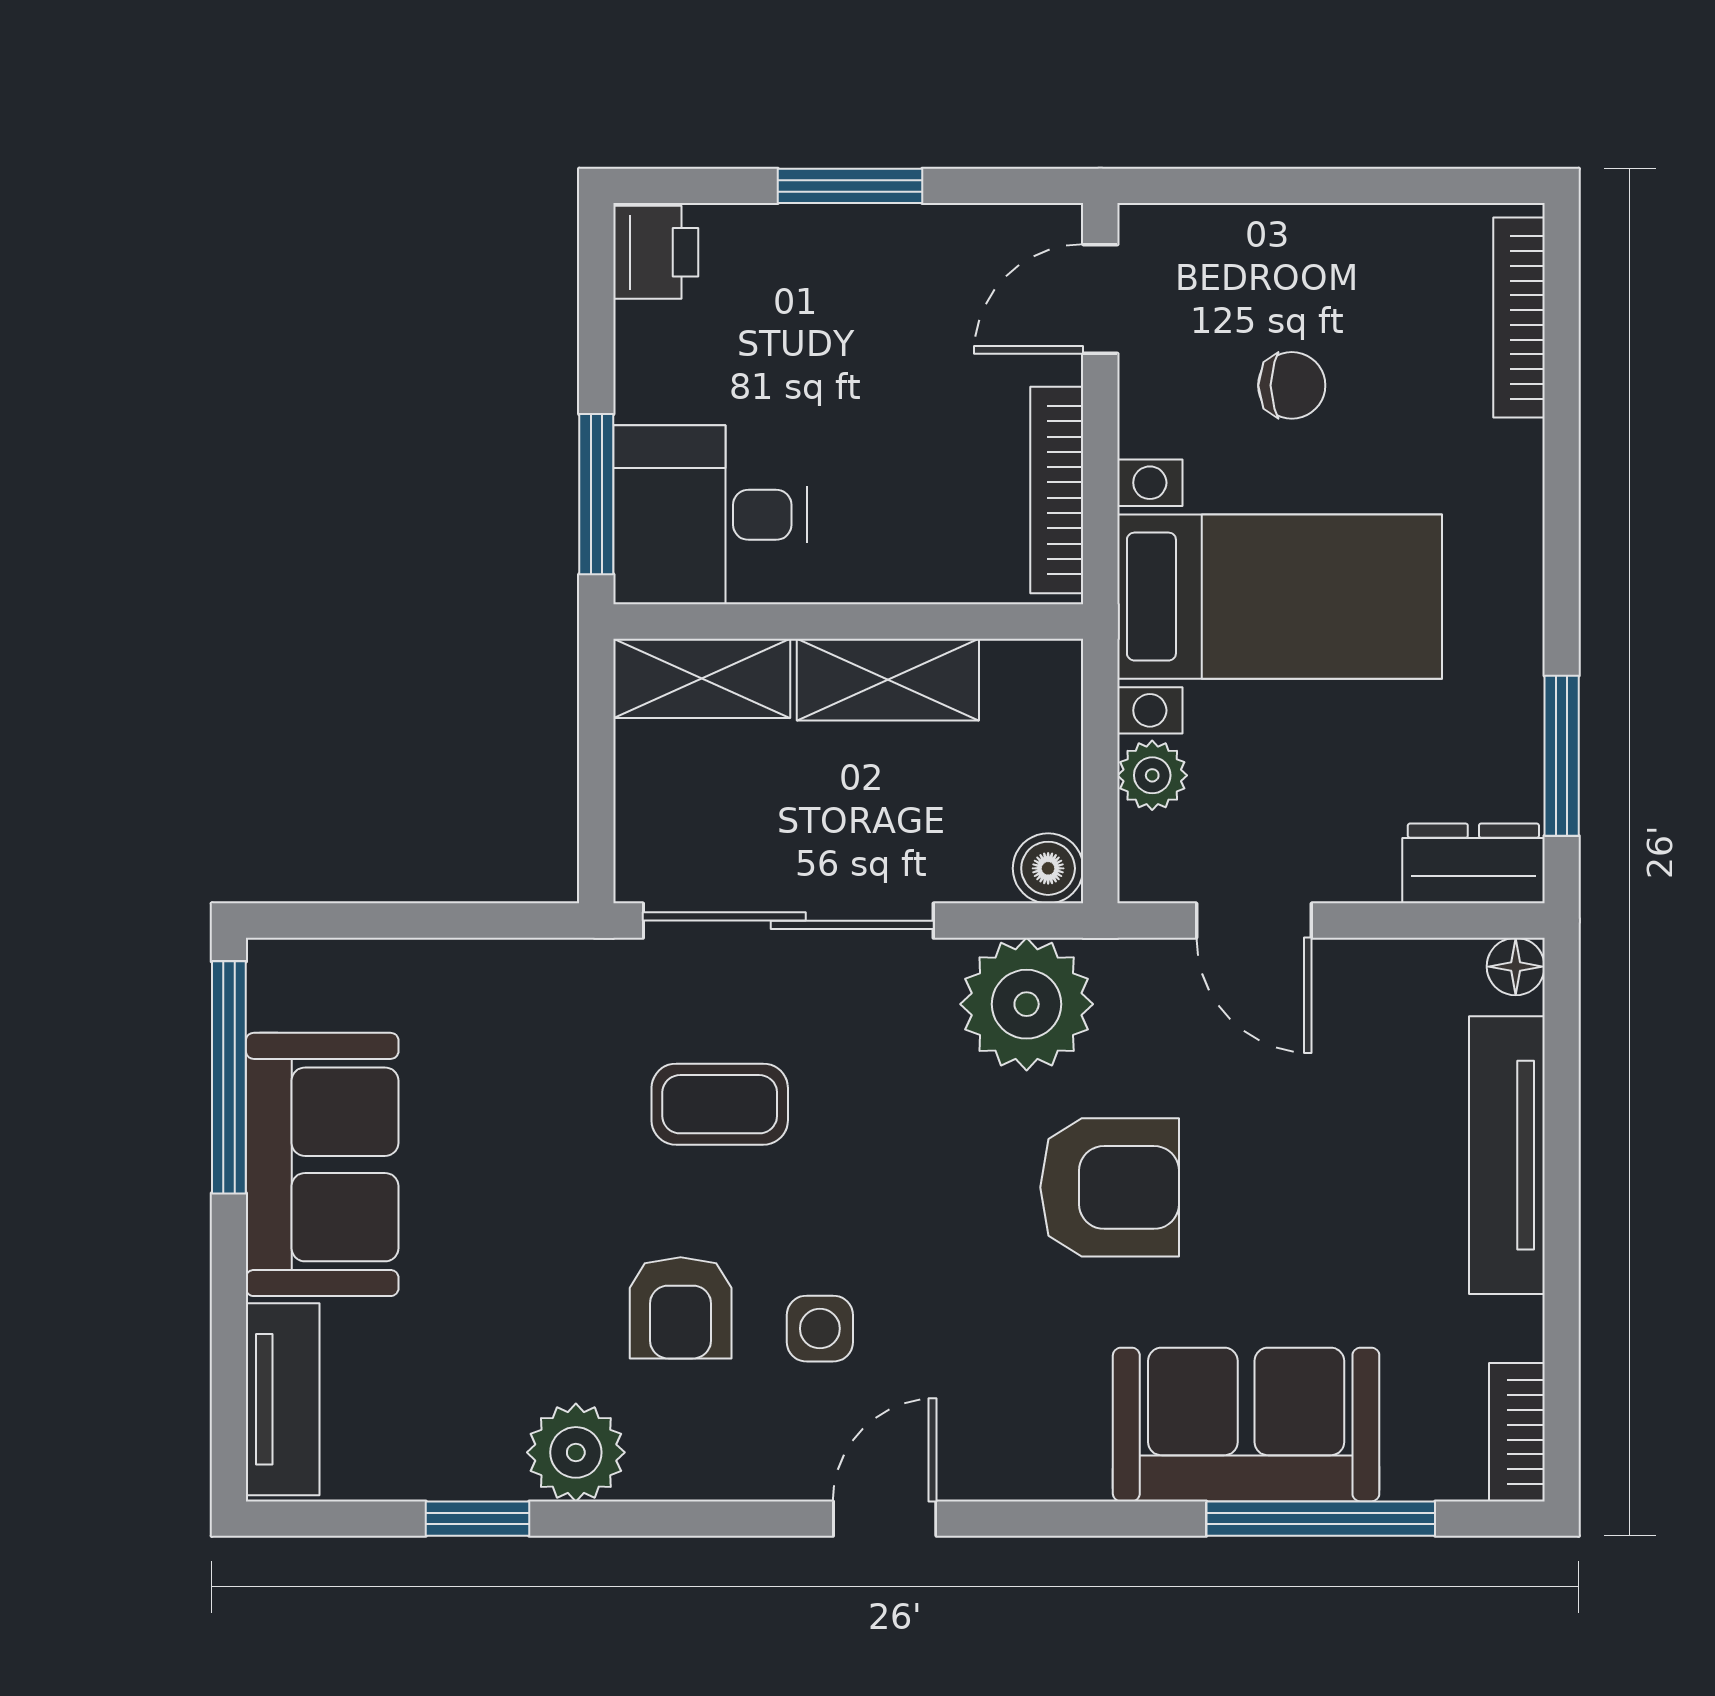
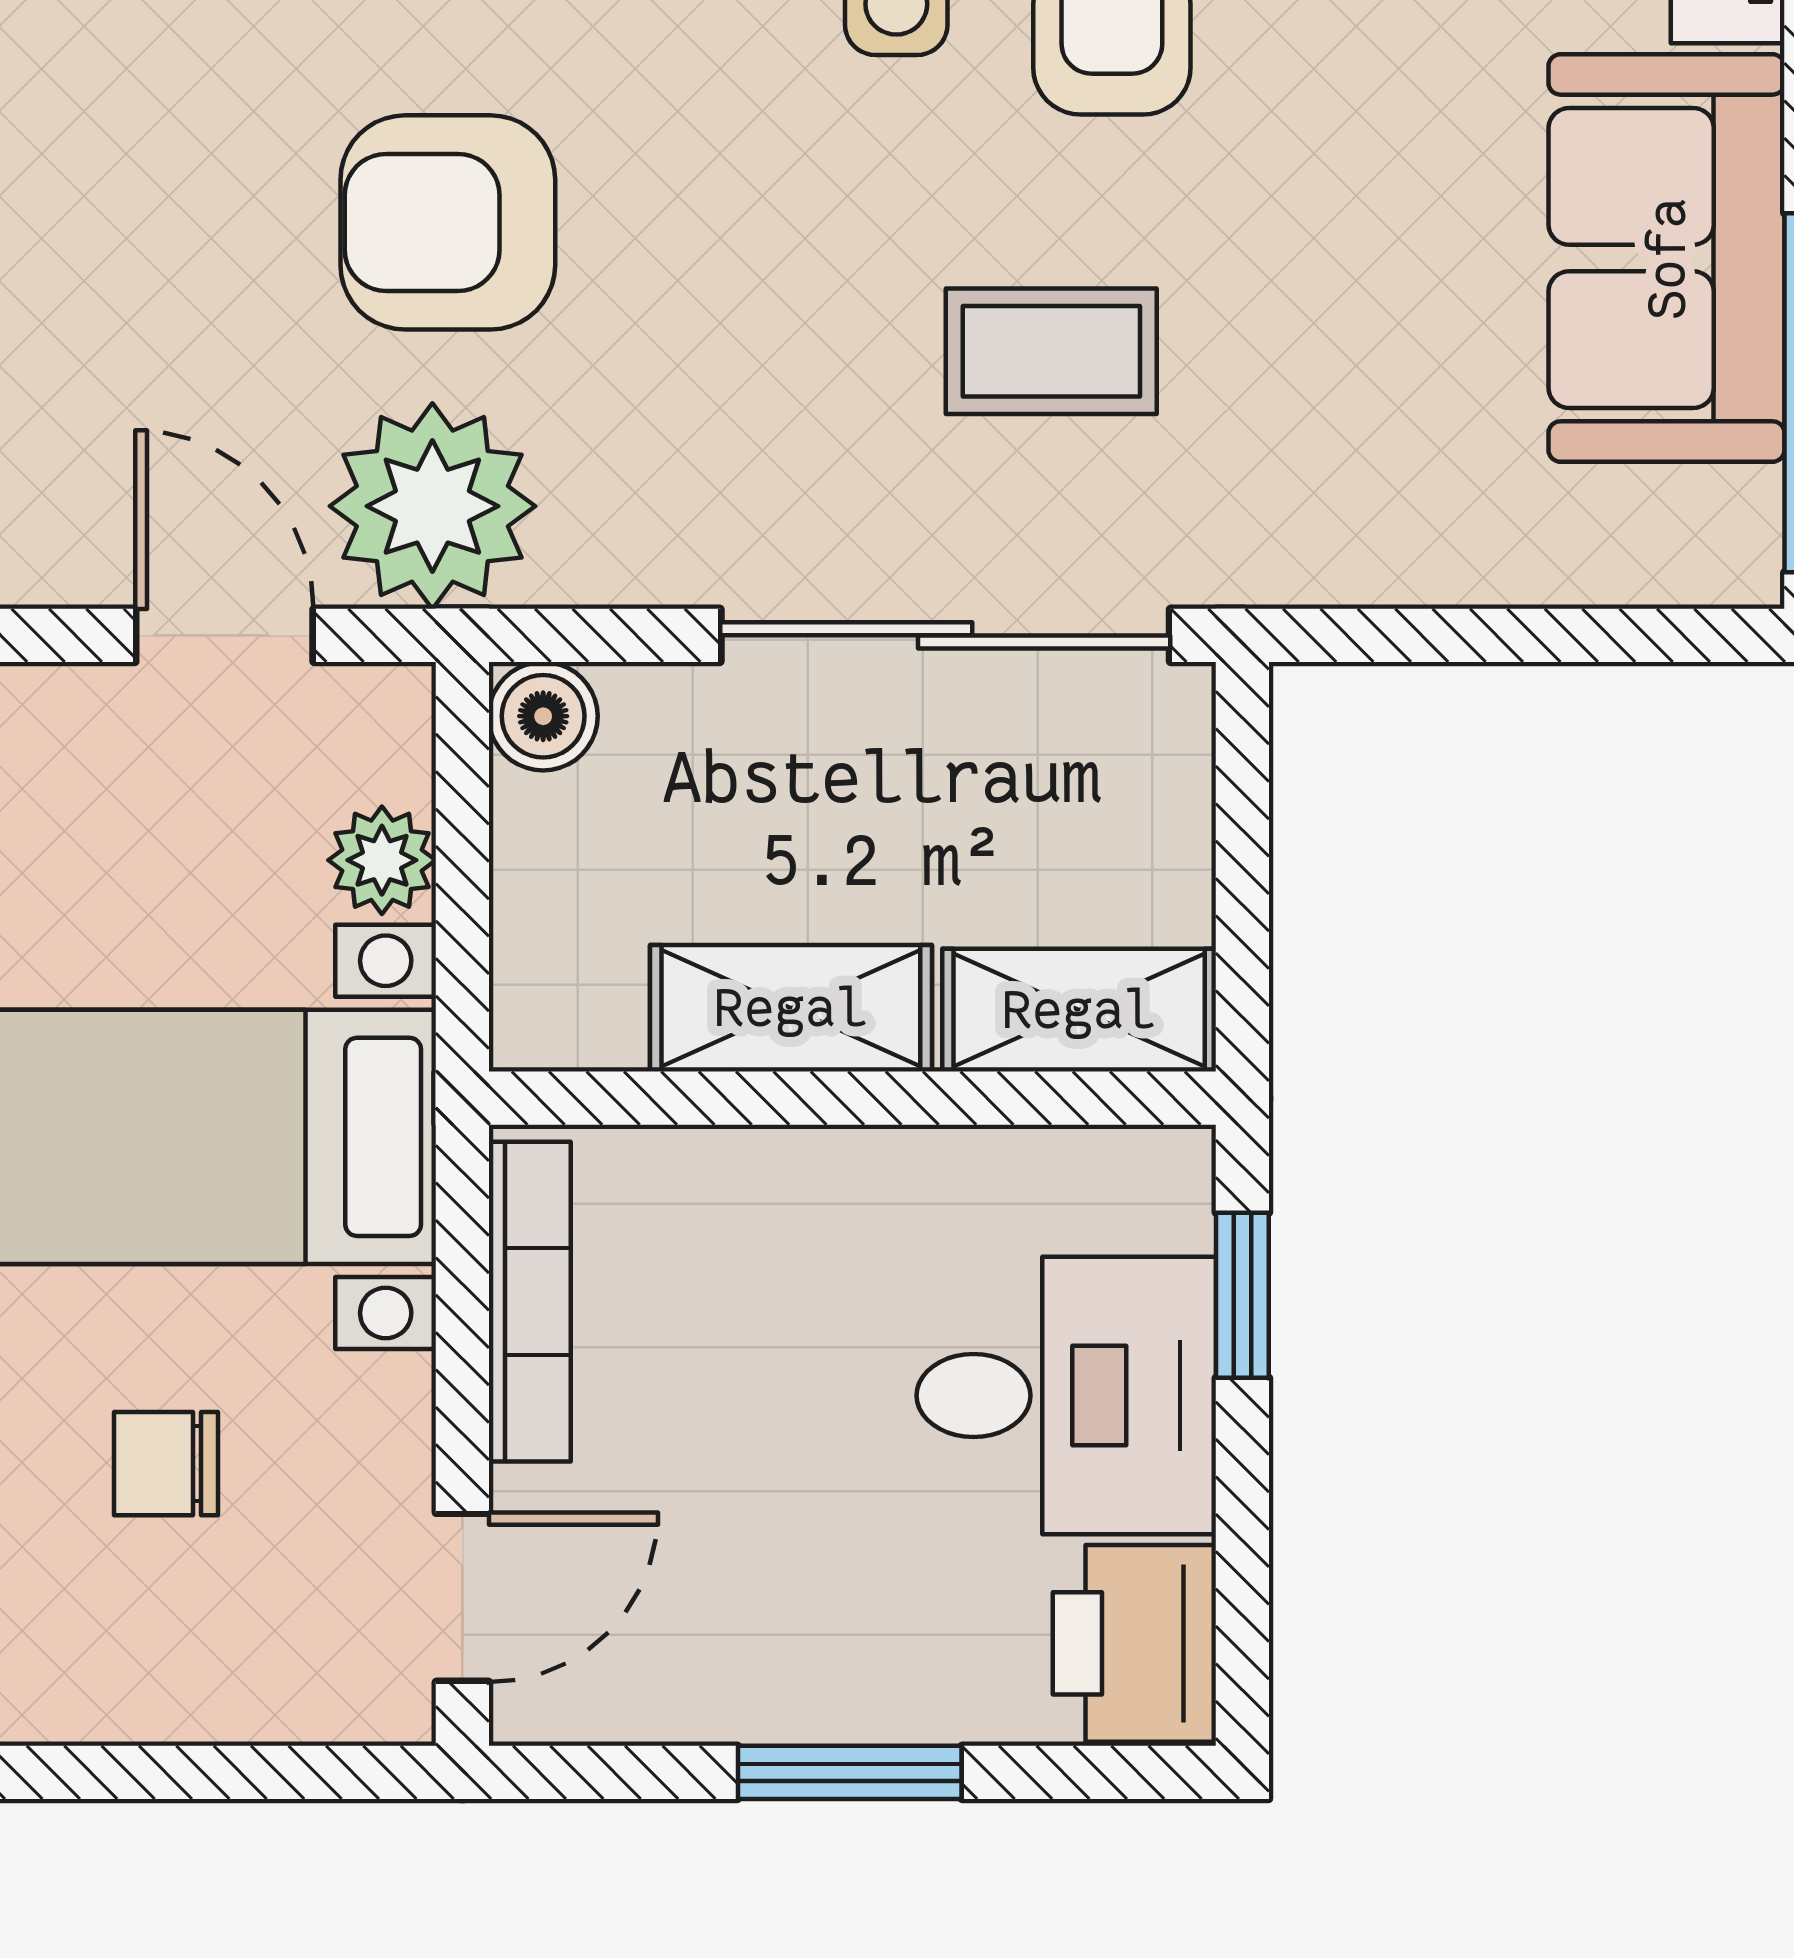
printer: (656, 252) -> (1134, 1643), width x1.36, depth x1.24
window: (596, 494) -> (1242, 1295), width x0.67
desk: (710, 515) -> (1066, 1396), moved
plant: (1027, 1004) -> (432, 506), moved

